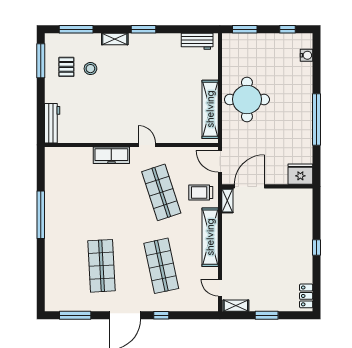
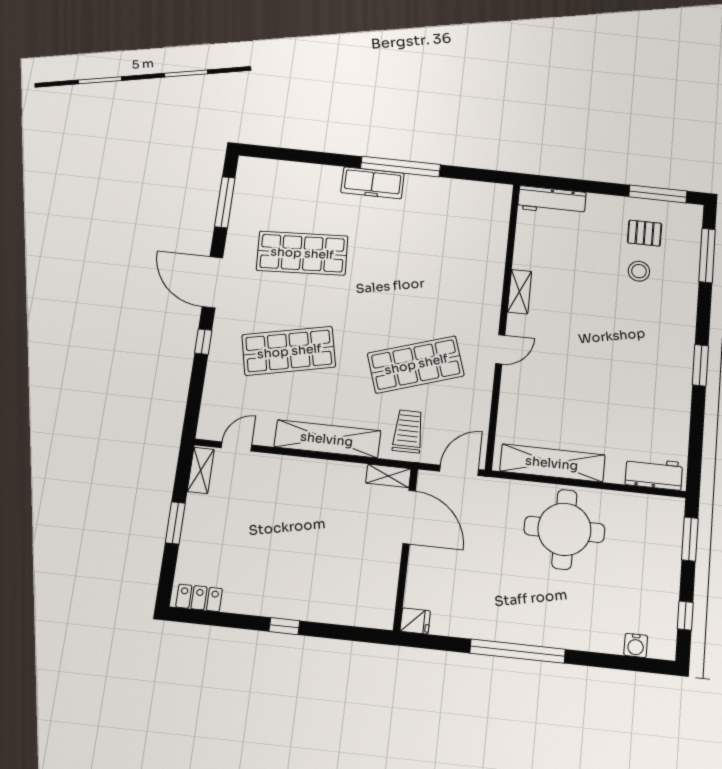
shelving: (115, 39) -> (519, 292), moved
workbench: (197, 41) -> (654, 474), moved, turned 90
freezer: (111, 155) -> (373, 183), moved, turned -90
fridge: (300, 174) -> (415, 621), width x0.53, depth x0.75

